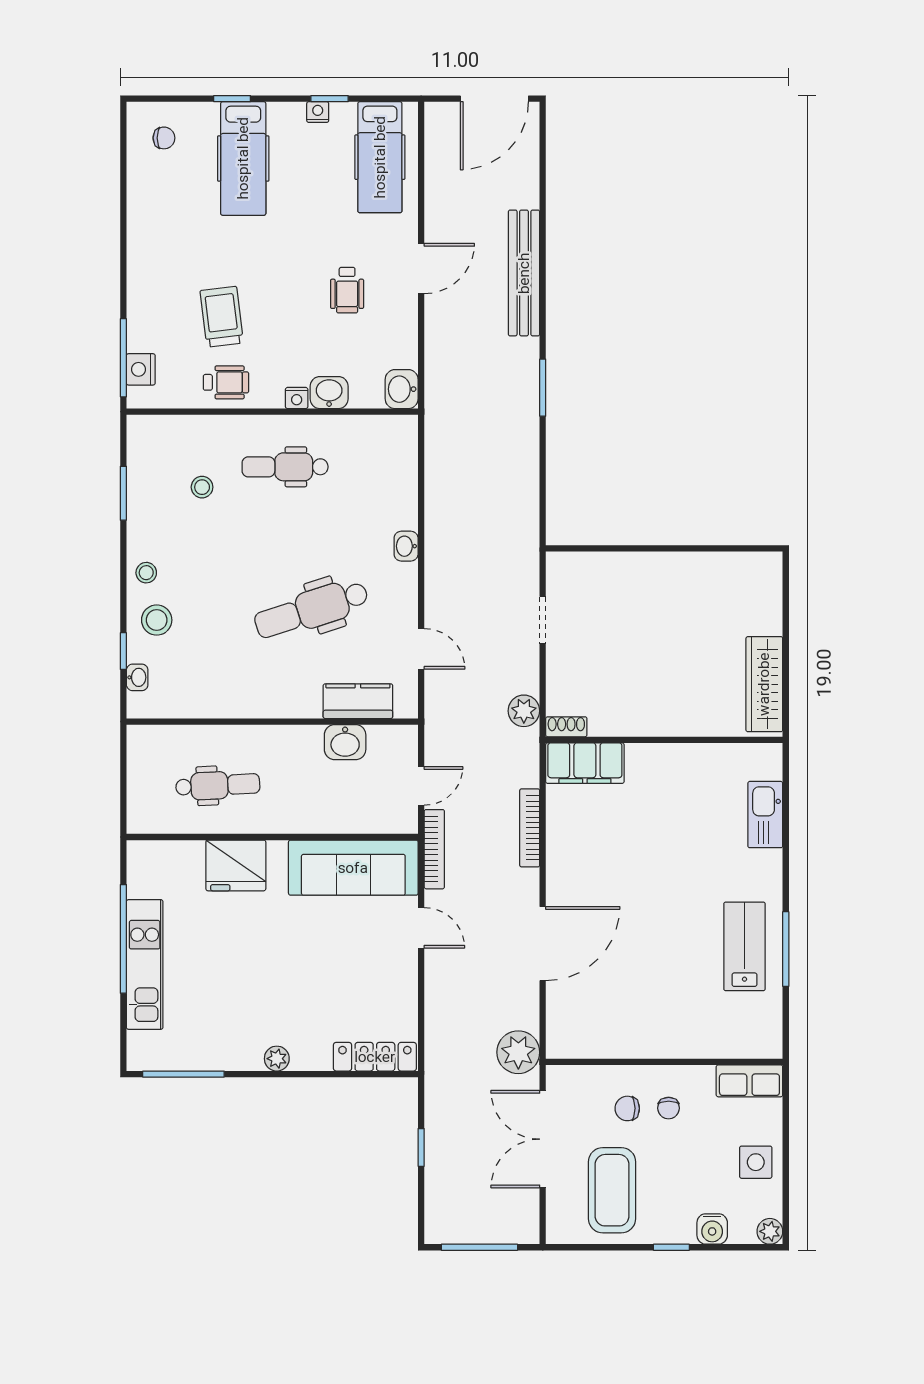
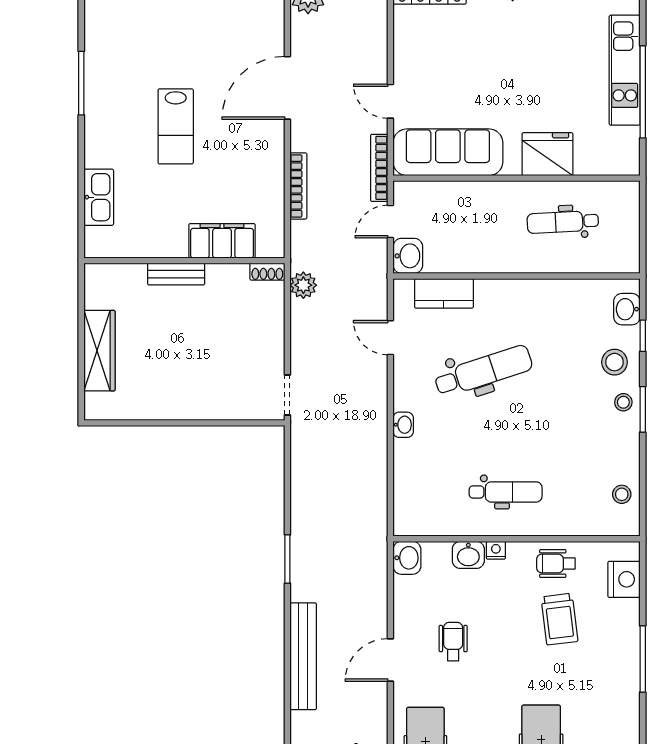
window: (123, 358) -> (643, 659), moved
nightstand: (141, 369) -> (624, 579), width x1.36, depth x1.33
stool: (202, 487) -> (622, 494), moved
window: (123, 493) -> (643, 409), moved
doorway: (543, 620) -> (287, 395), moved
washbasin: (137, 677) -> (627, 309), width x1.38, depth x1.45
wardrobe: (764, 684) -> (99, 351), moved
bench: (674, 724) -> (176, 274), added
washbasin: (345, 742) -> (408, 256), moved, turned 90
filing cabinet: (585, 763) -> (222, 241), moved
lab bench: (744, 946) -> (176, 126), moved

